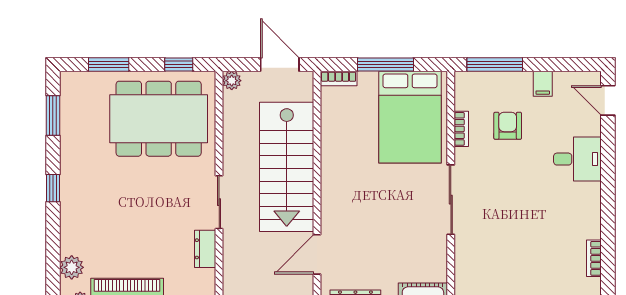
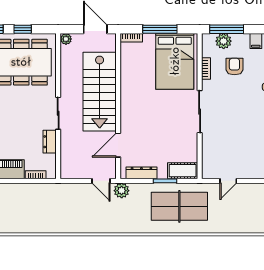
window: (179, 65) -> (23, 29), moved
plant: (490, 84) -> (224, 41), added

